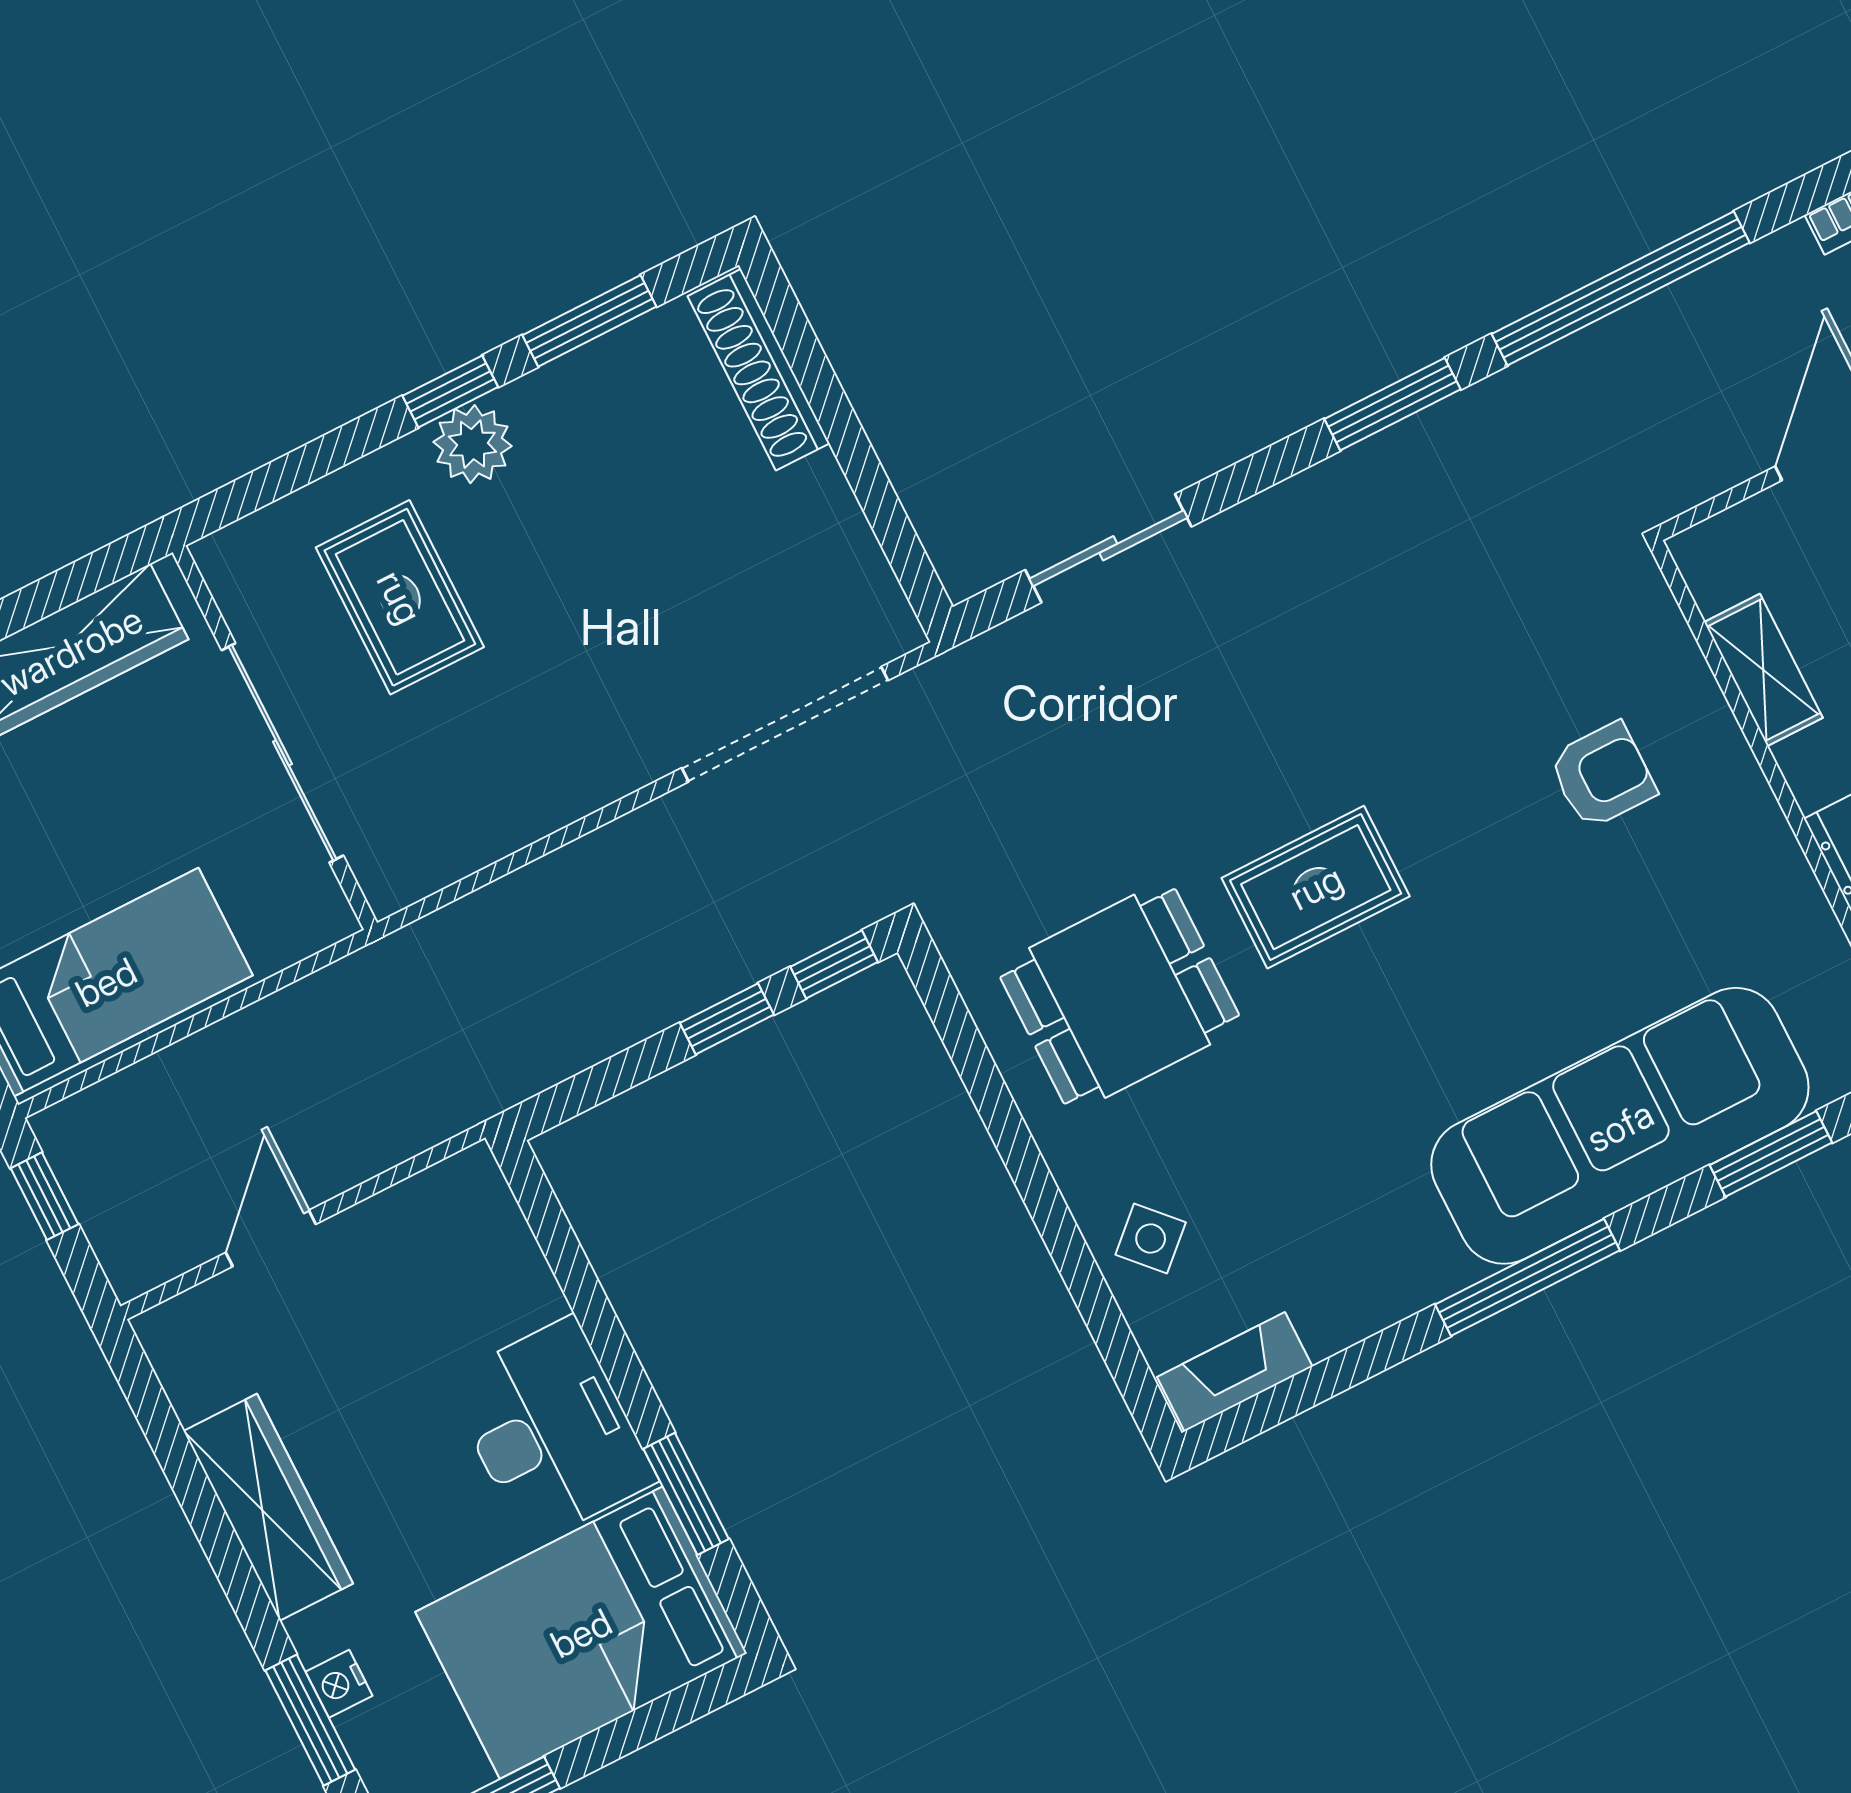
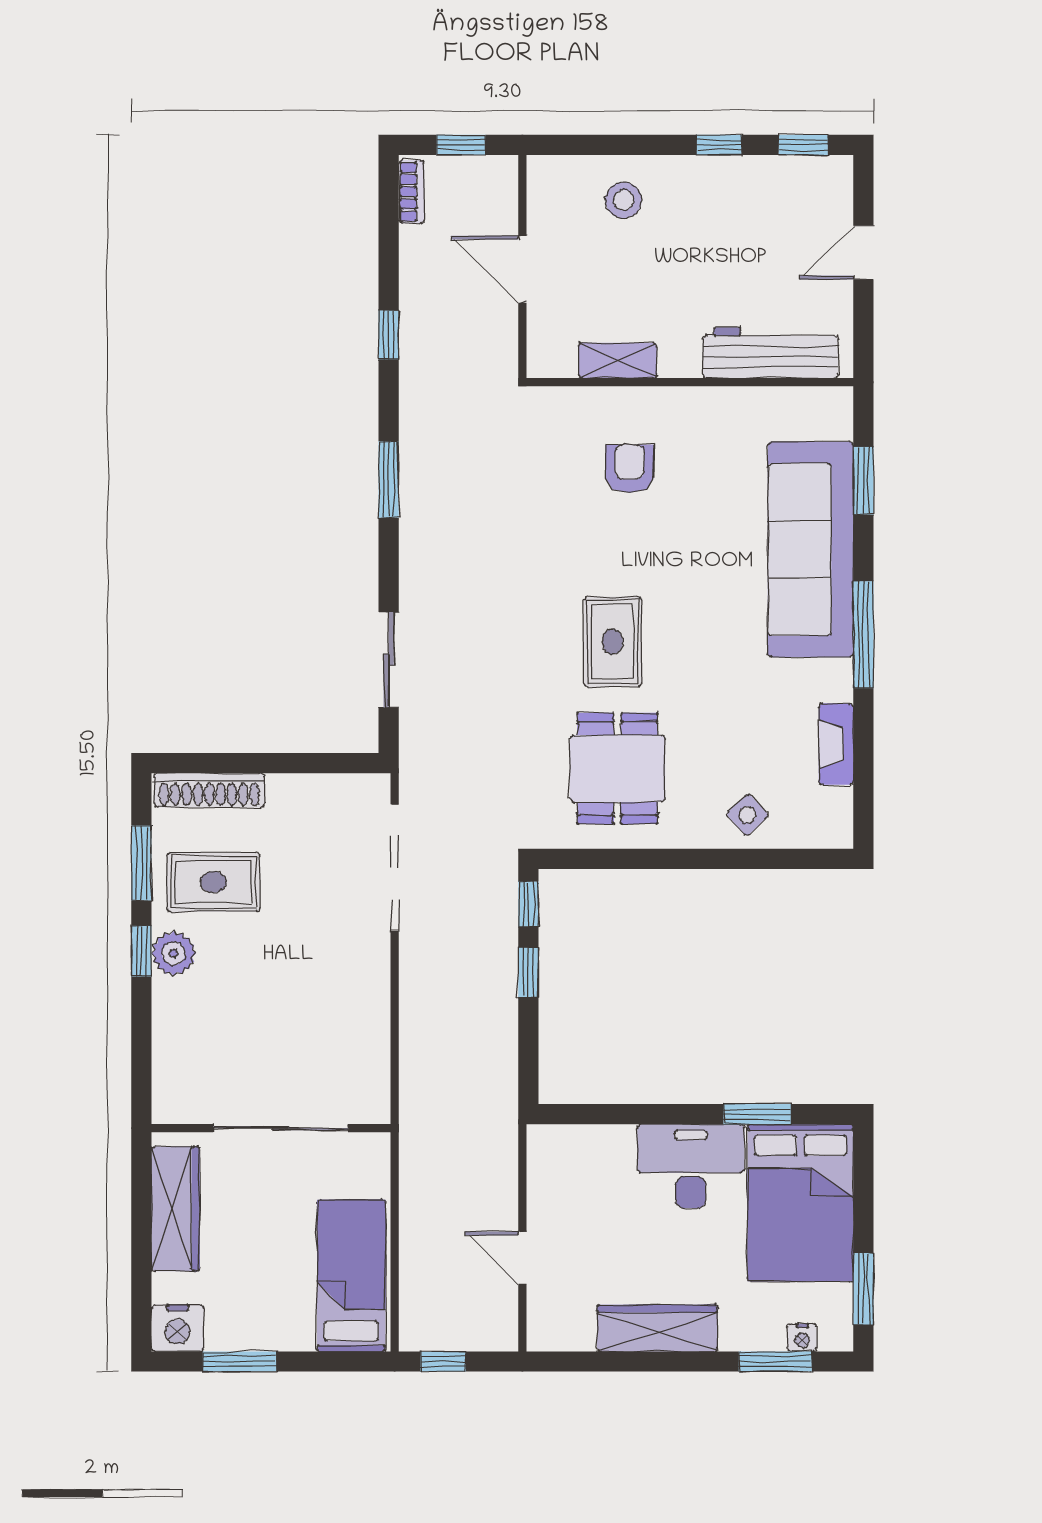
window: (1621, 288) -> (389, 335), width x0.32
rug: (400, 597) -> (213, 882), moved
fireplace: (1235, 1372) -> (836, 744), moved
nightstand: (339, 1684) -> (802, 1338), moved

